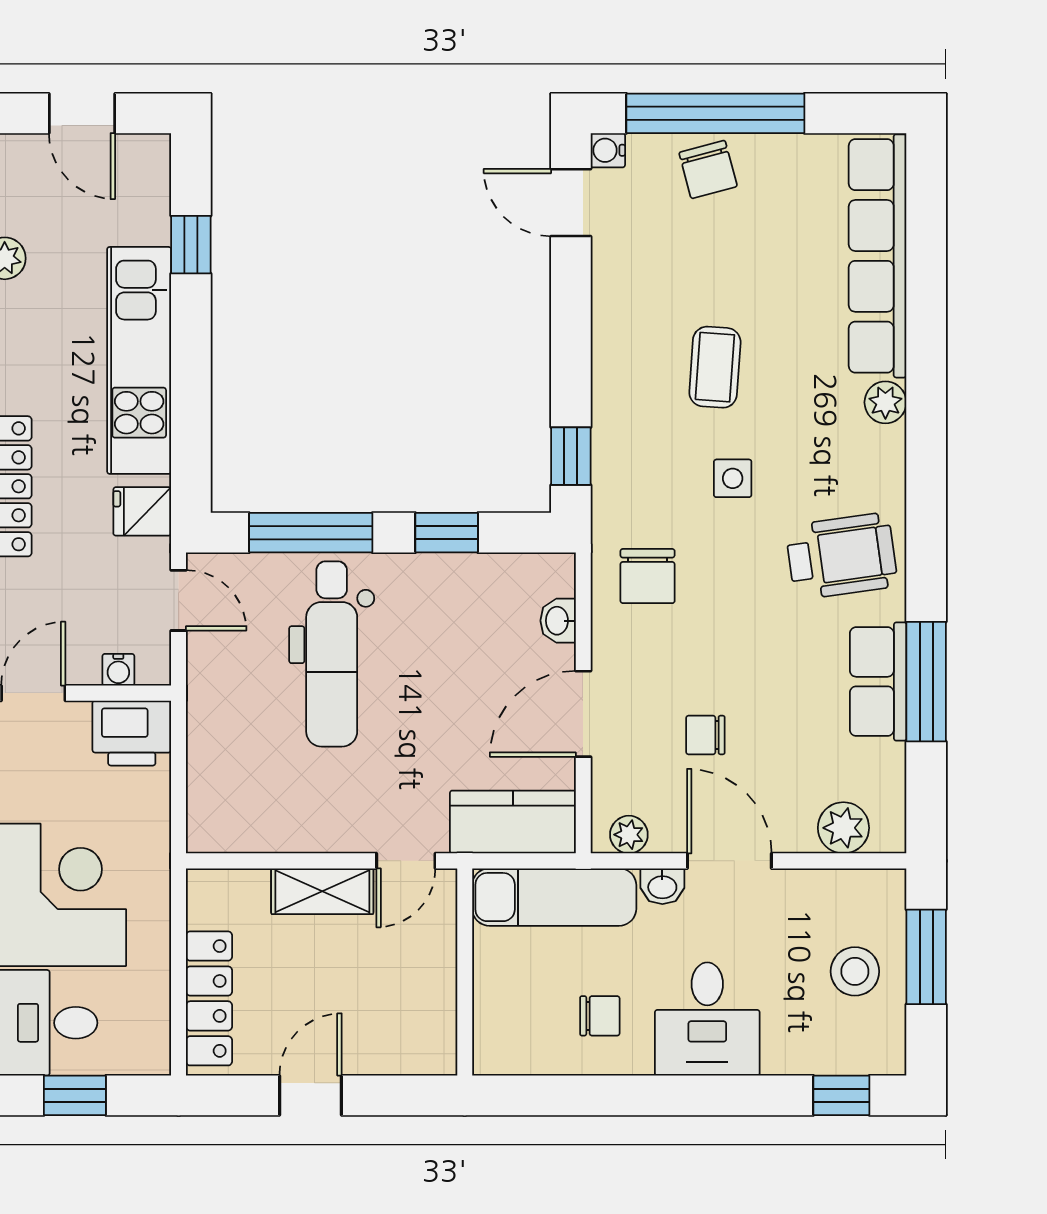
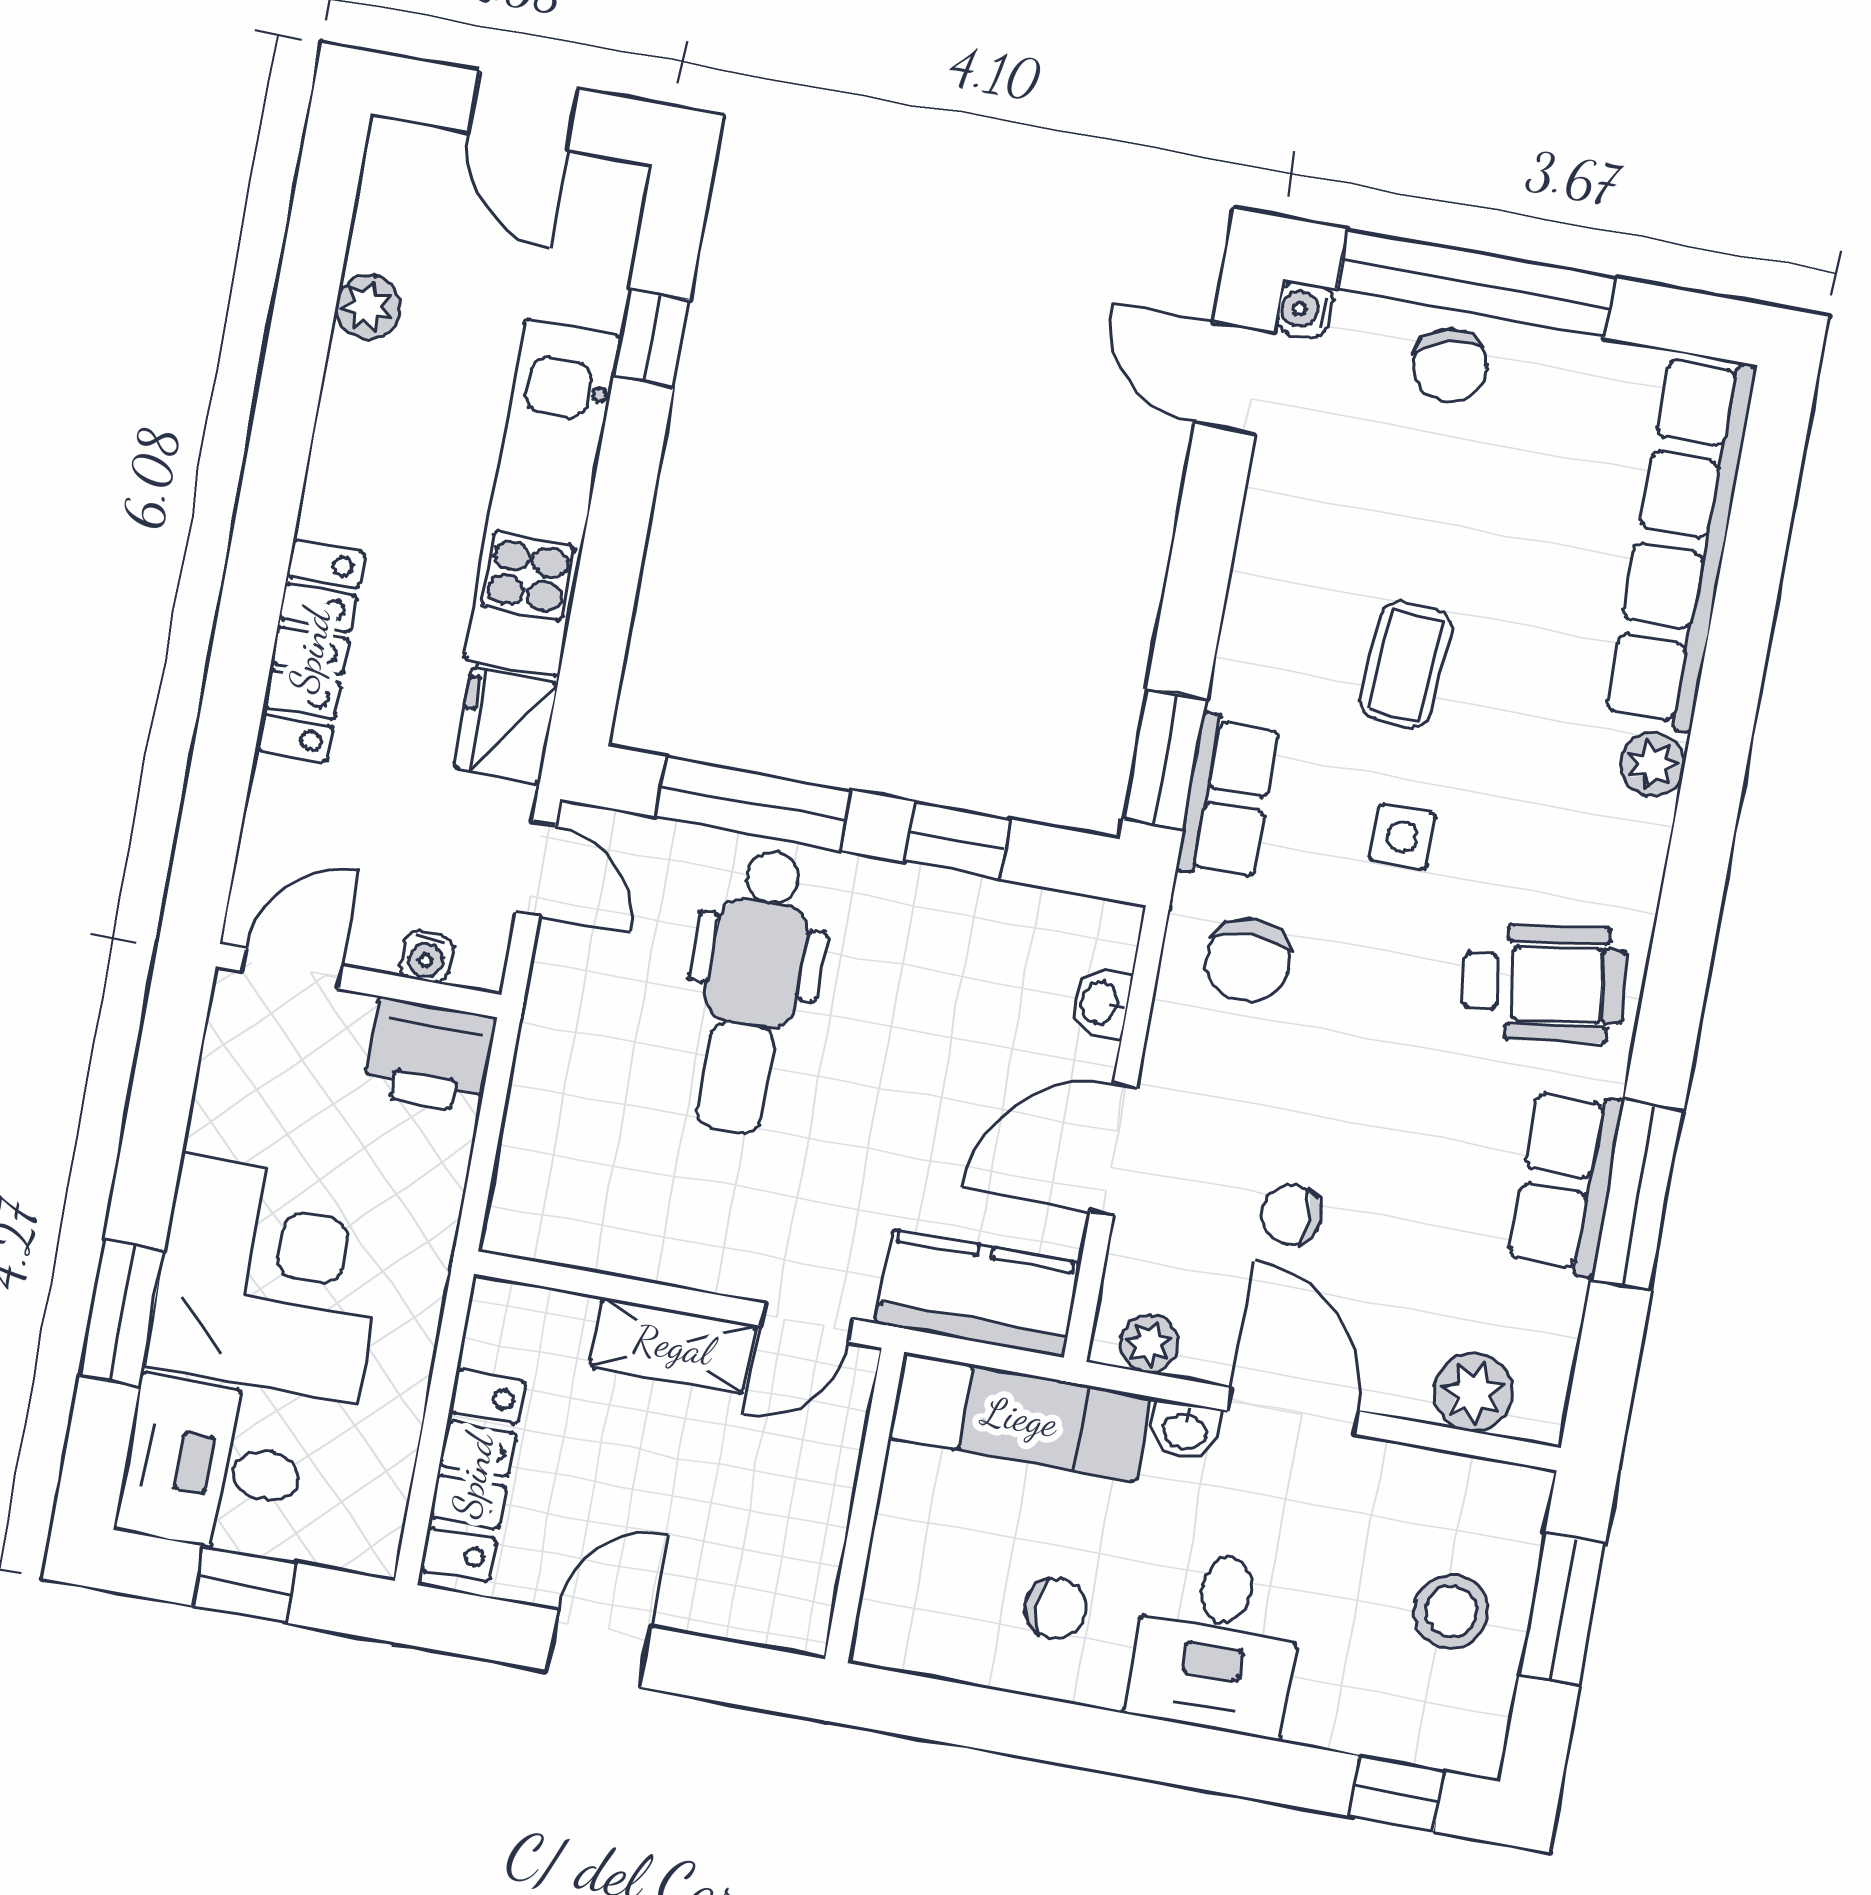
window: (571, 456) -> (1165, 759), width x1.50
row of seats: (616, 473) -> (1228, 798), added
fridge: (142, 511) -> (506, 725), width x1.38

